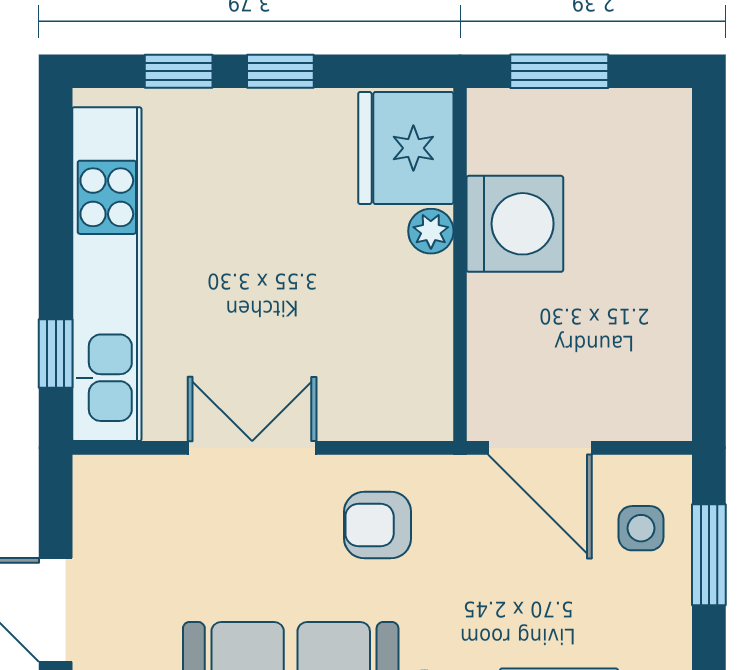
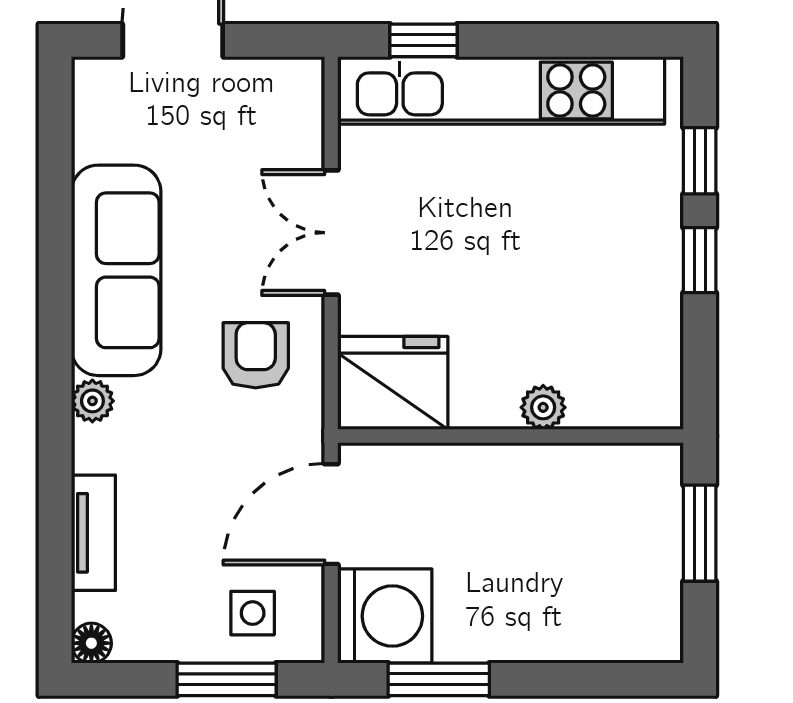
fridge: (406, 148) -> (393, 383), moved
washing machine: (515, 224) -> (385, 616), moved, turned -90
window: (709, 338) -> (439, 679), added
double door: (252, 448) -> (331, 233), swing flipped

